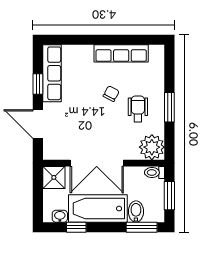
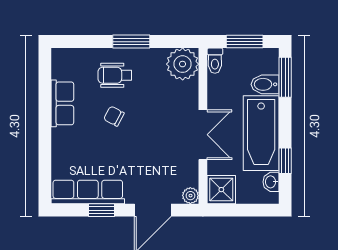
row of seats: (121, 53) -> (62, 103), width x0.68
wheelchair: (138, 109) -> (115, 75), moved
plant: (49, 153) -> (190, 196), added
double door: (97, 163) -> (203, 135), width x0.73

